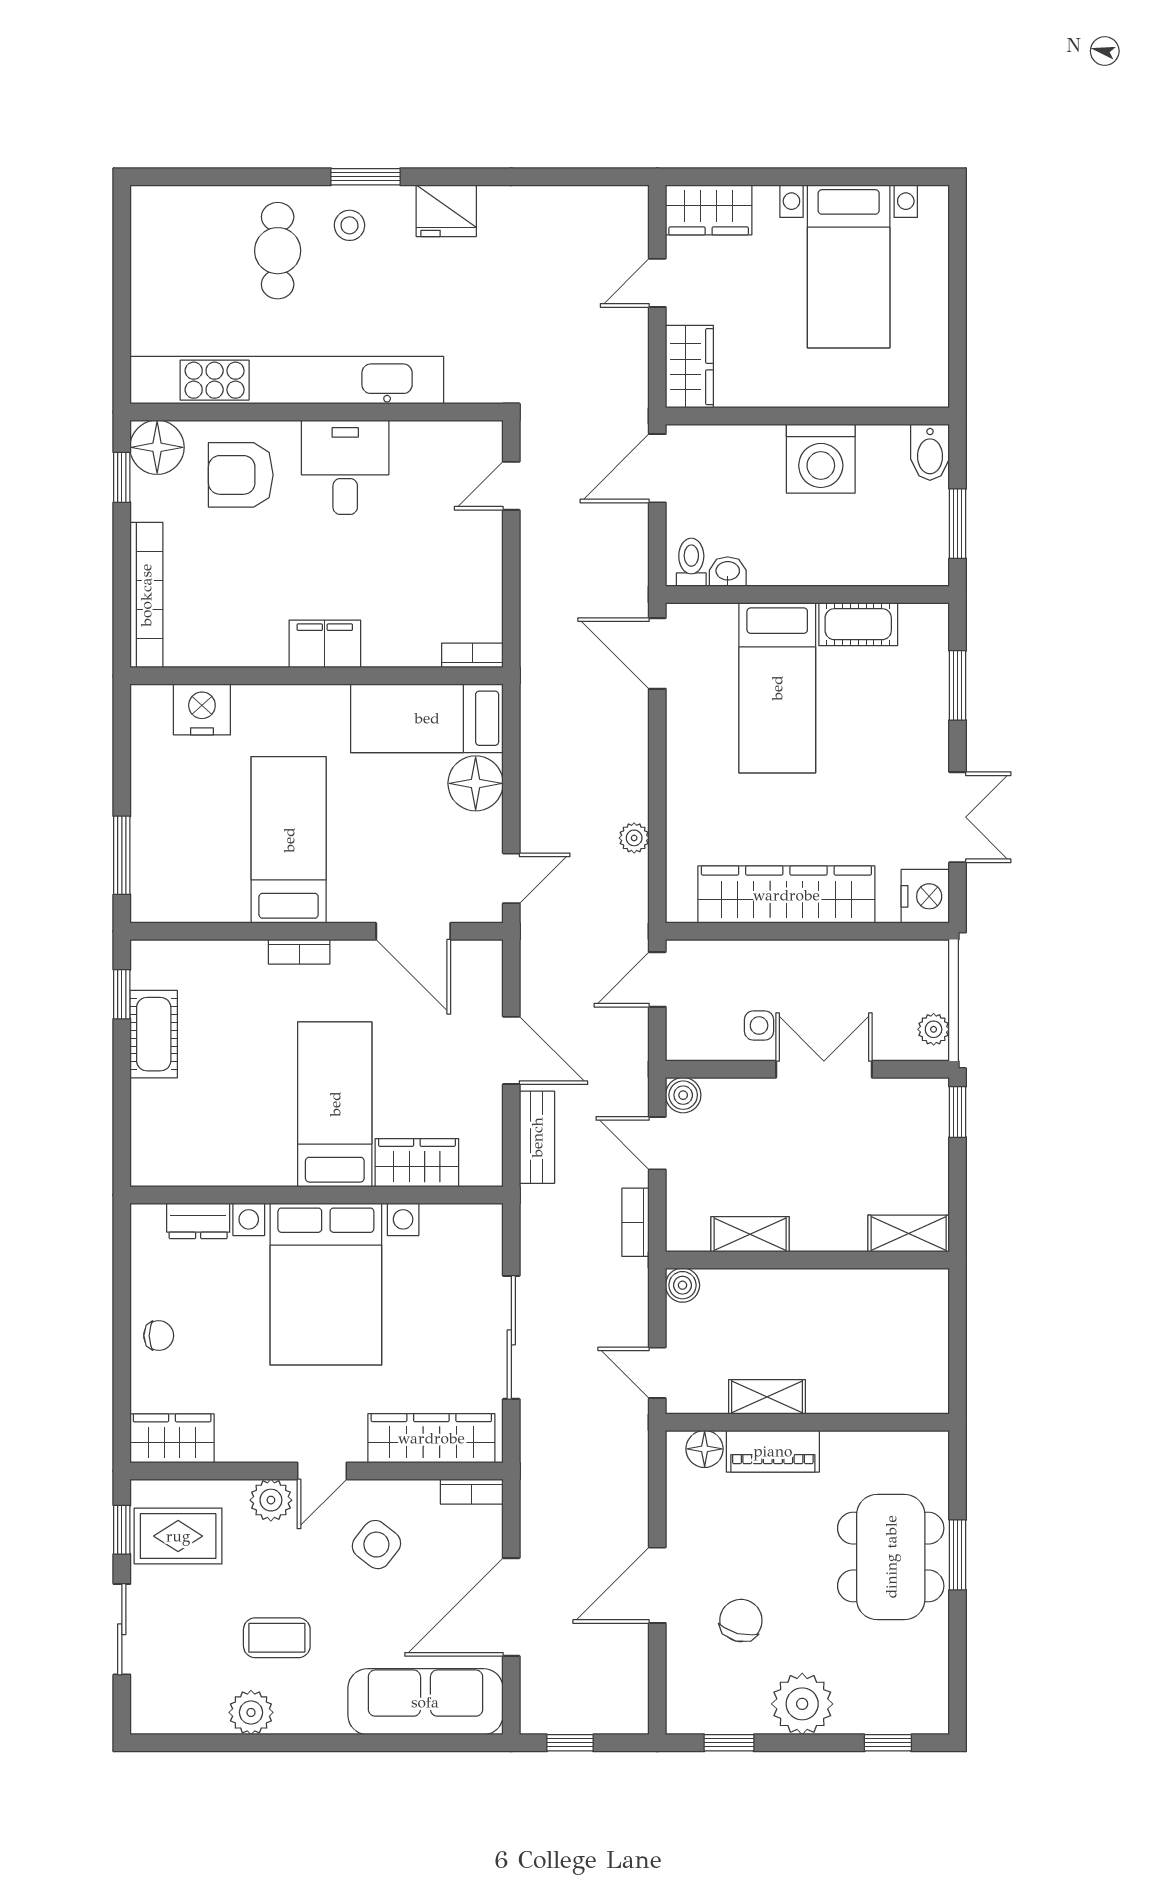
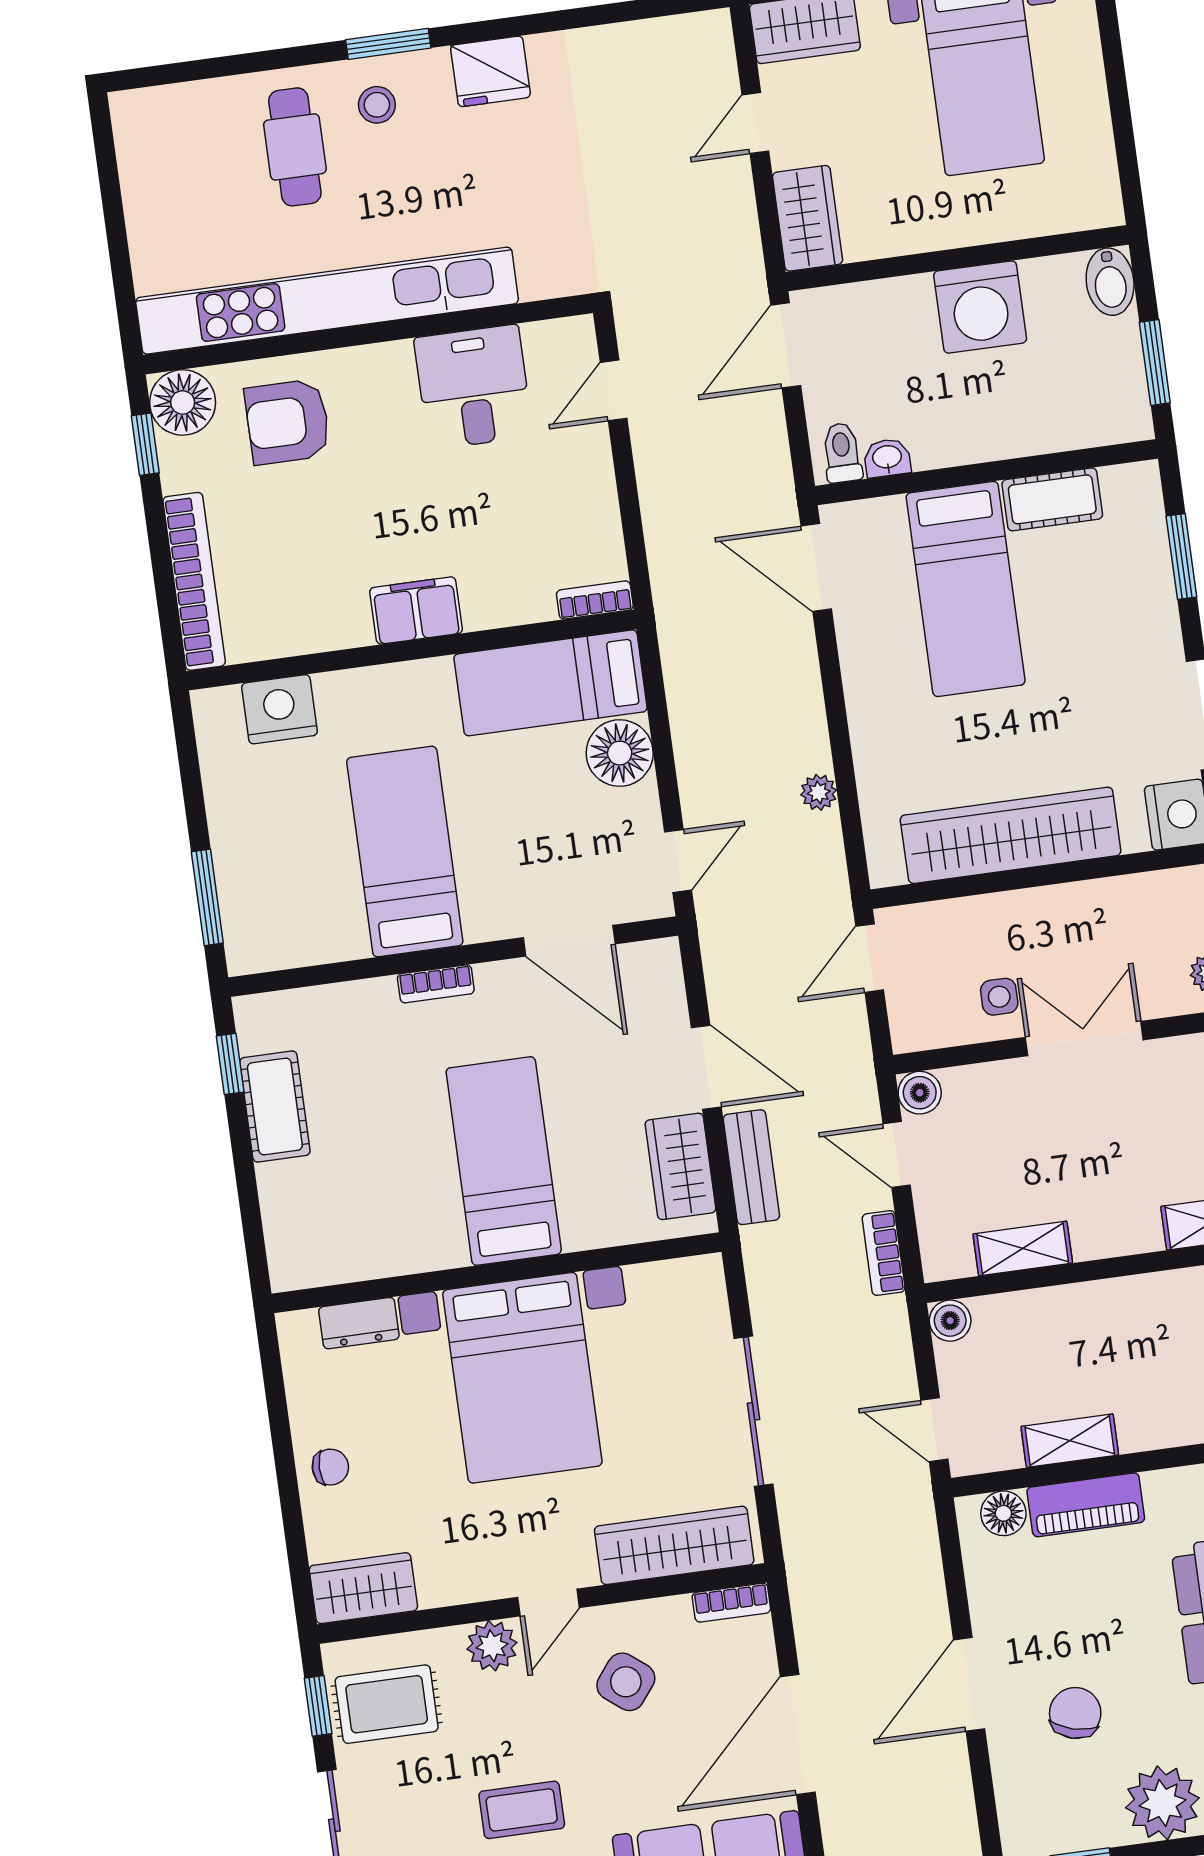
desk: (345, 467) -> (473, 387), moved
wardrobe: (417, 1163) -> (680, 1166), moved, turned -90

